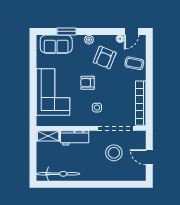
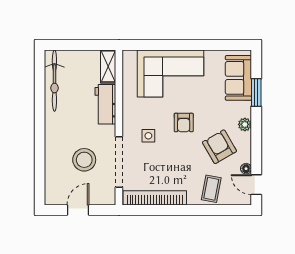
armchair: (105, 57) -> (219, 147), turned 38
armchair: (88, 83) -> (184, 122), turned 180

